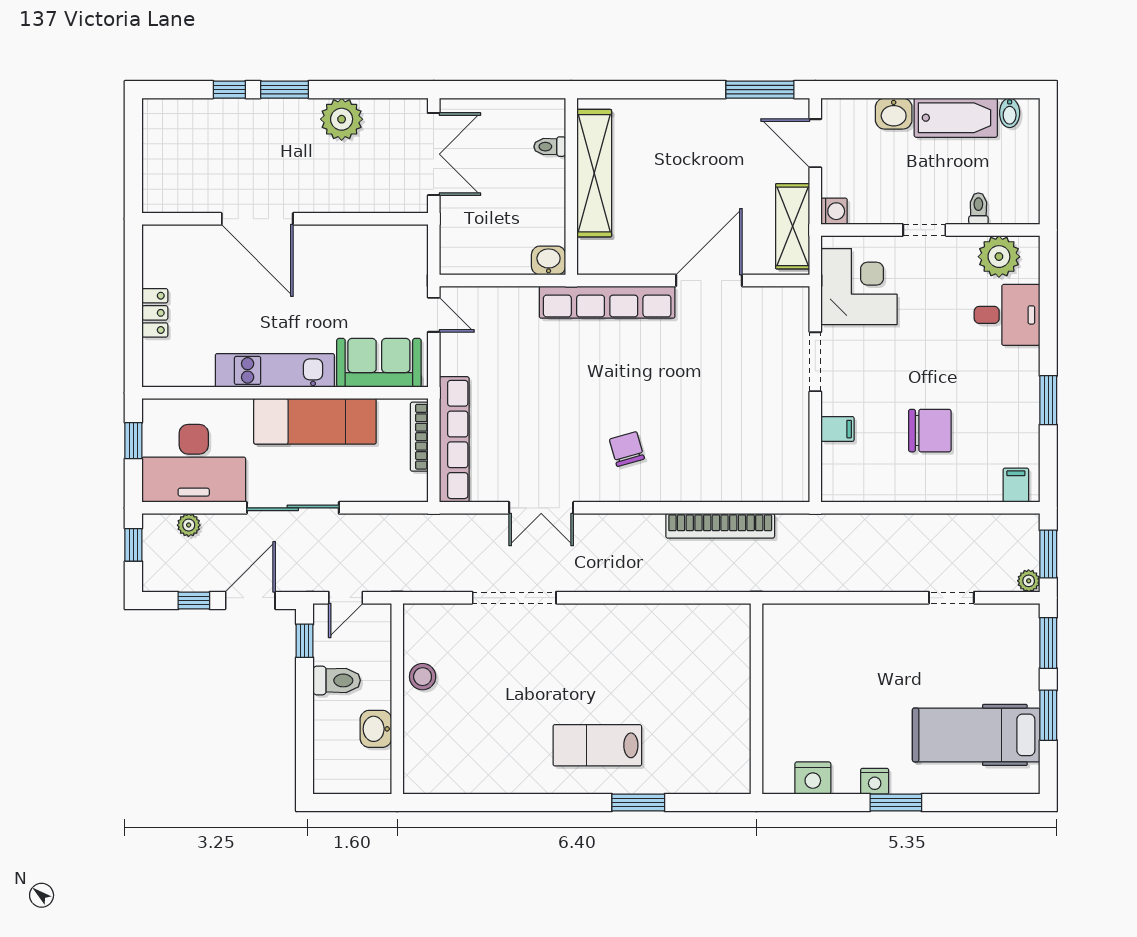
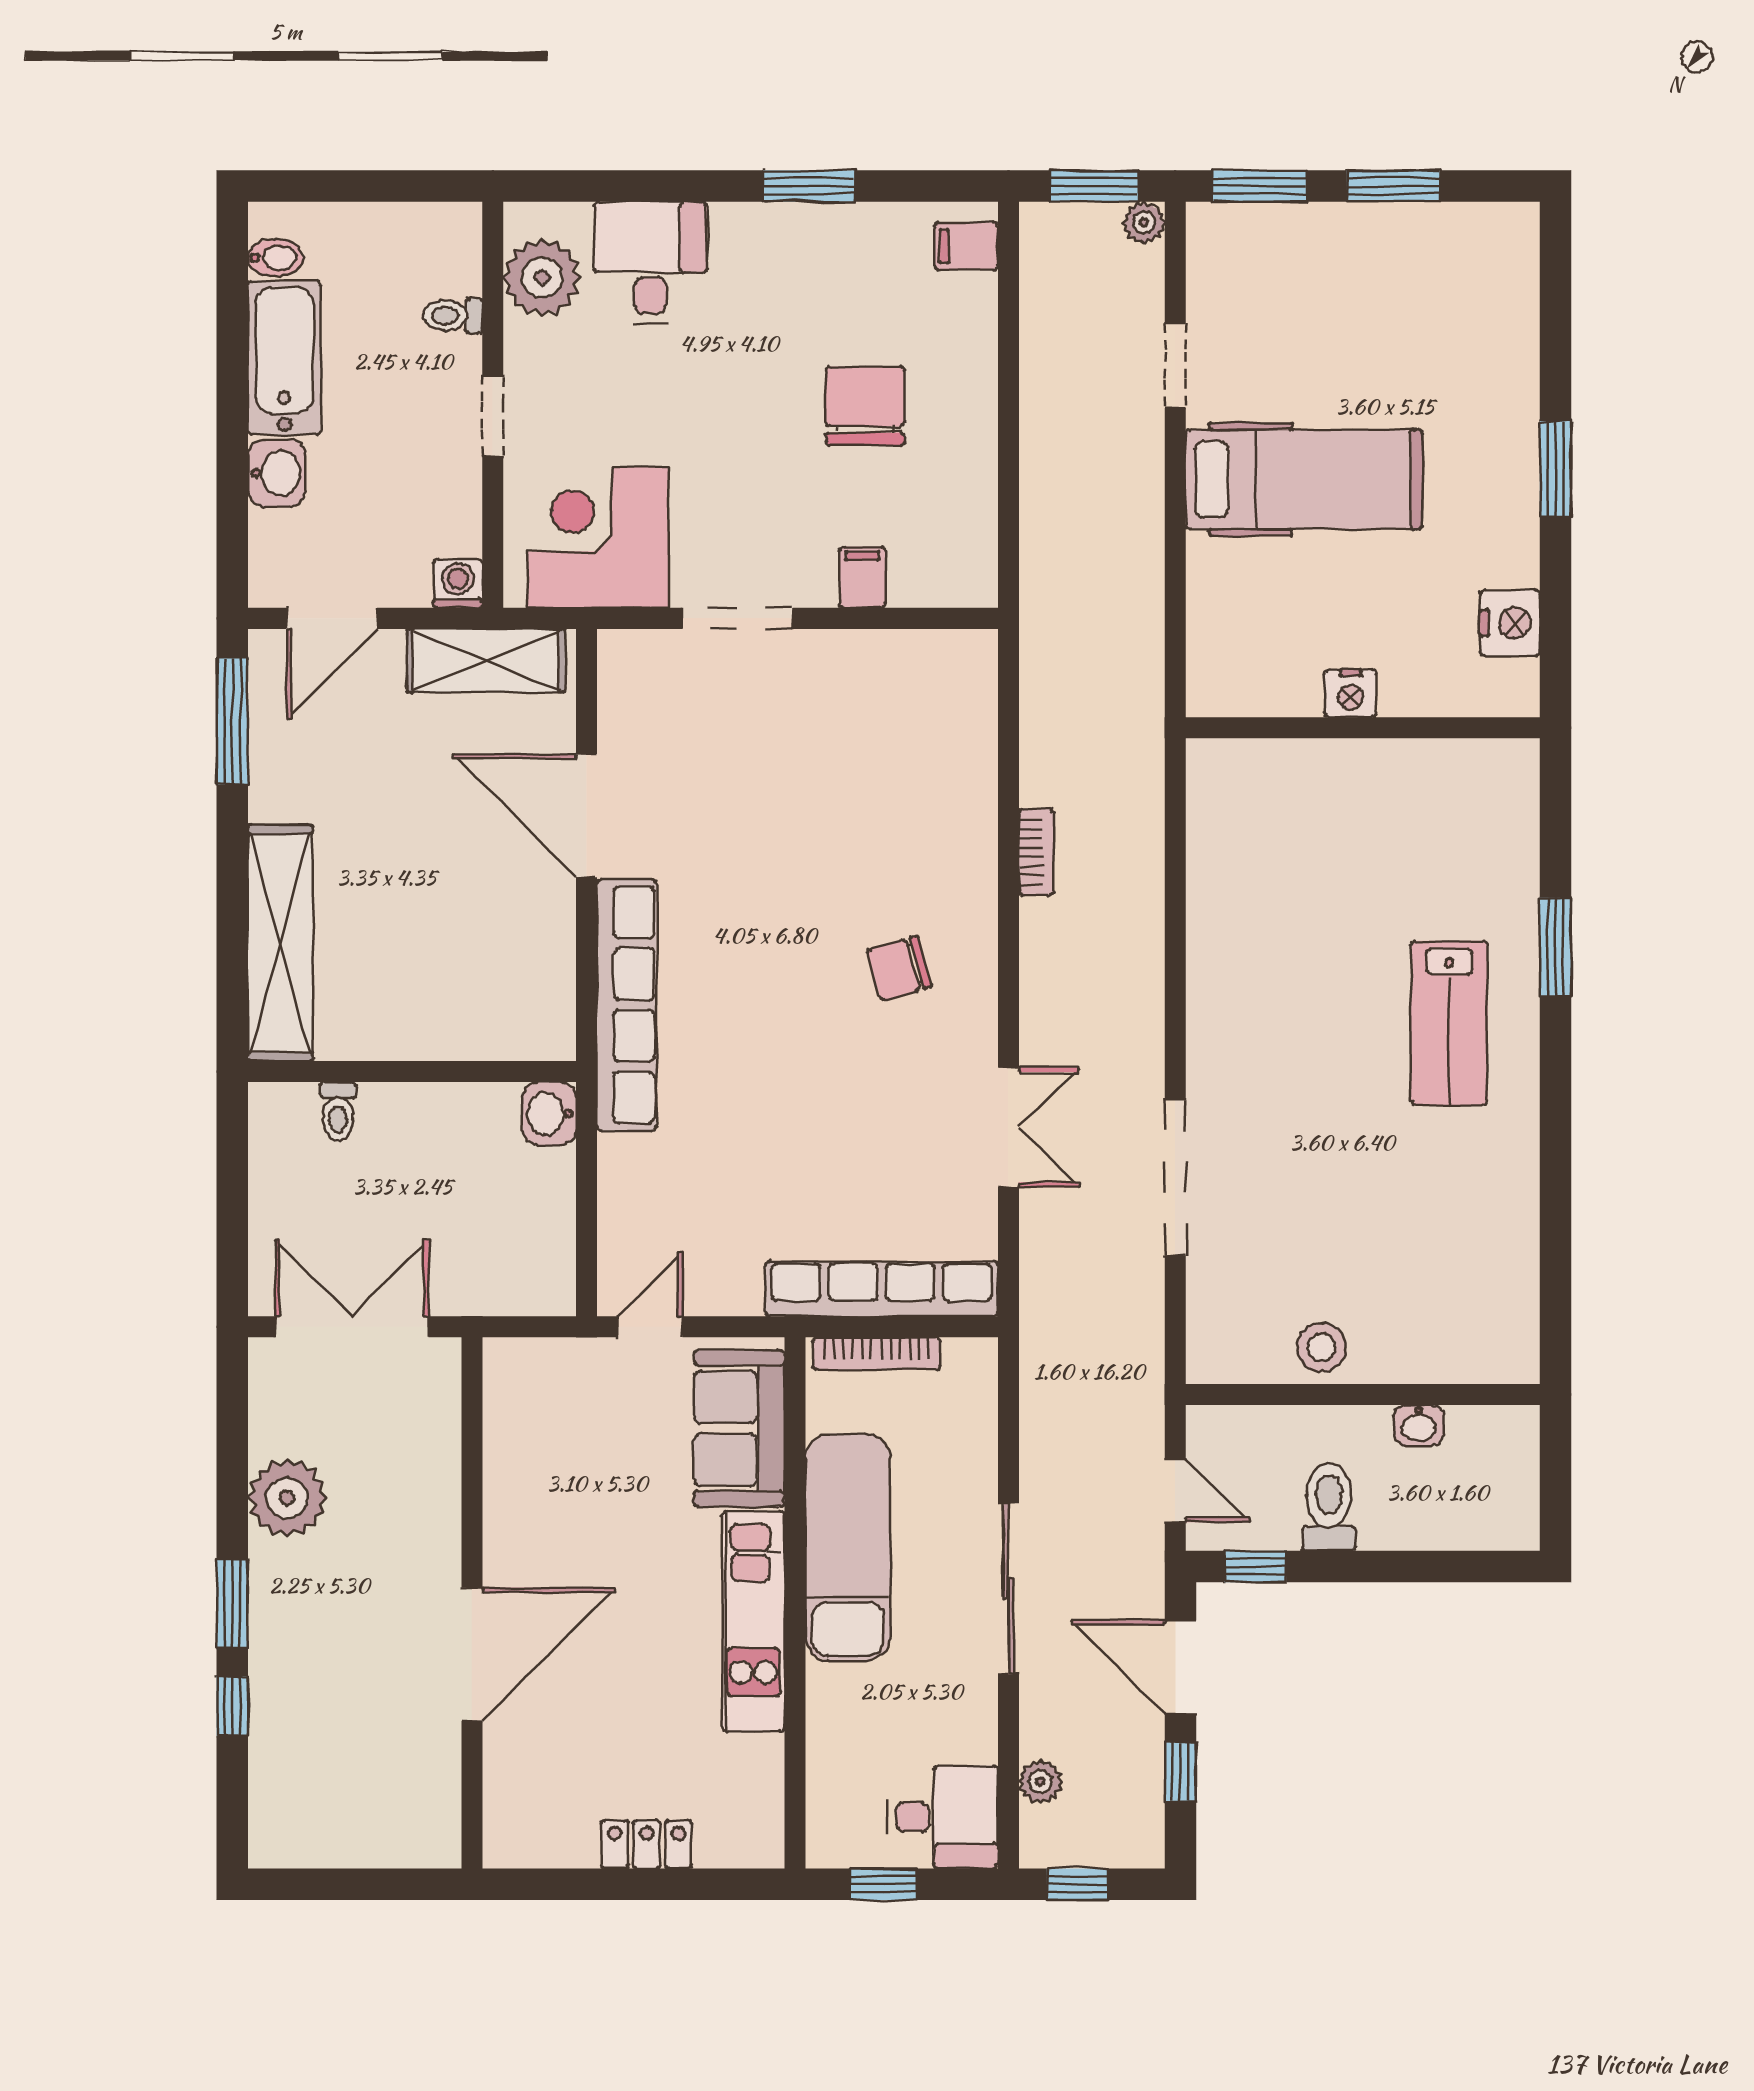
shelving: (594, 173) -> (280, 943), moved, turned 90
desk: (194, 463) -> (943, 1817), width x0.53, depth x0.77
bookcase: (720, 526) -> (1036, 852), width x0.43, depth x0.76
washbasin: (376, 729) -> (1419, 1425), width x0.72, depth x0.69
hospital bed: (976, 735) -> (1304, 480), moved, turned -90
nightstand: (875, 781) -> (1351, 693), moved, turned 90

